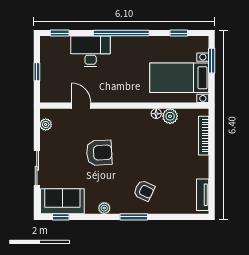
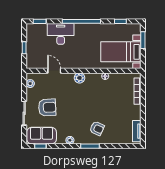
plant: (170, 116) -> (79, 78), moved
armchair: (99, 153) -> (47, 107), moved

